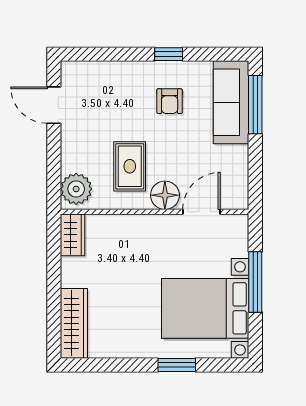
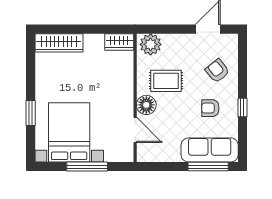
armchair: (115, 91) -> (217, 71), added

